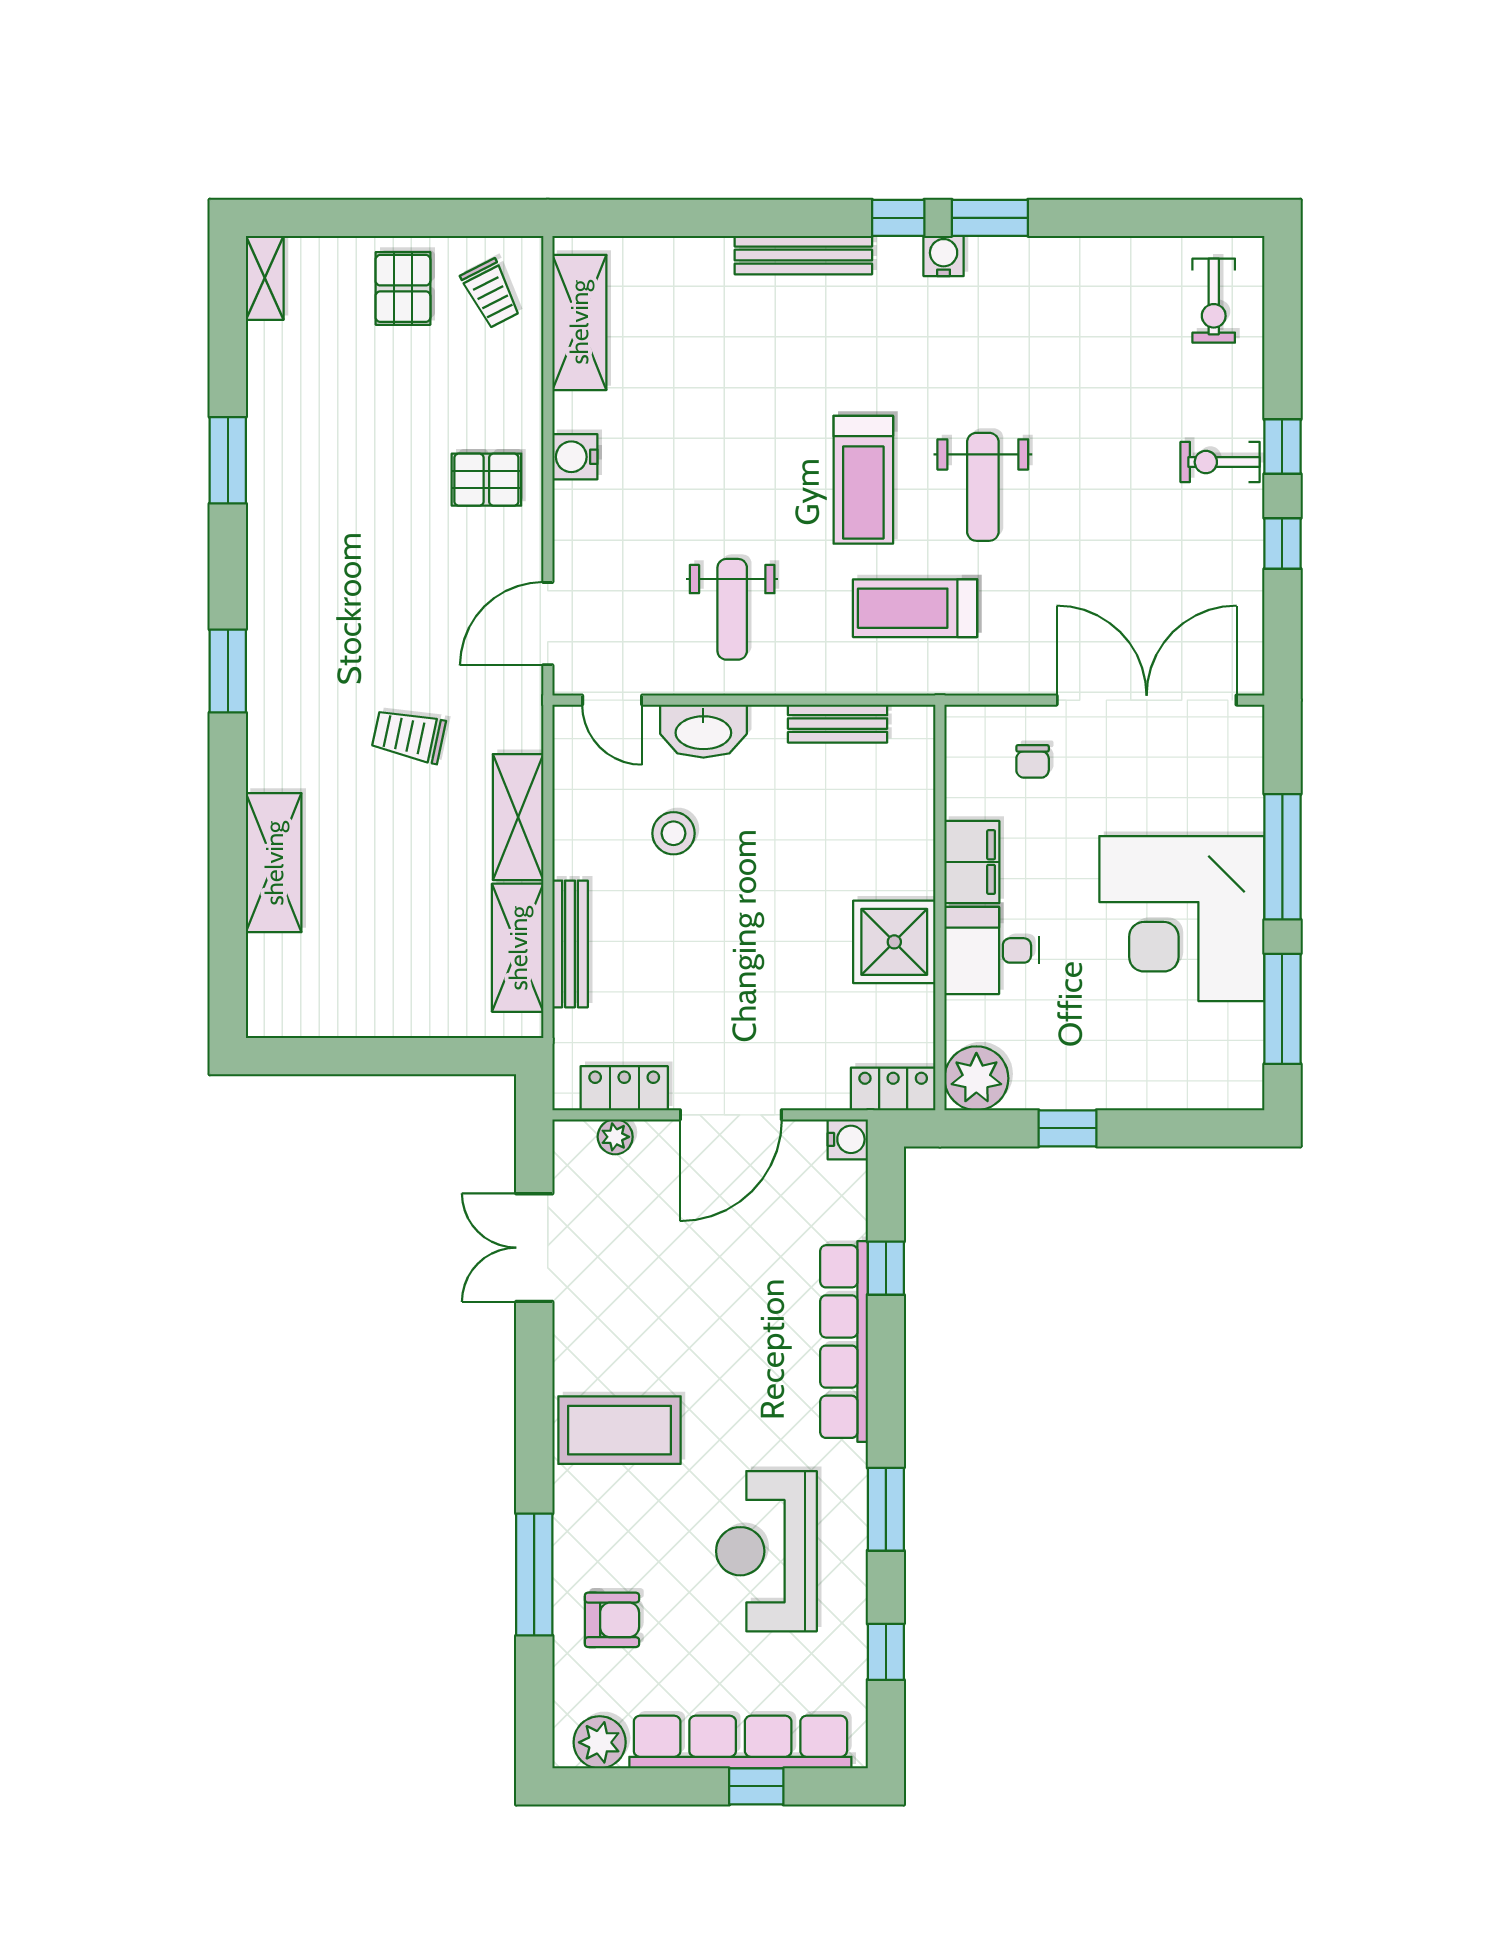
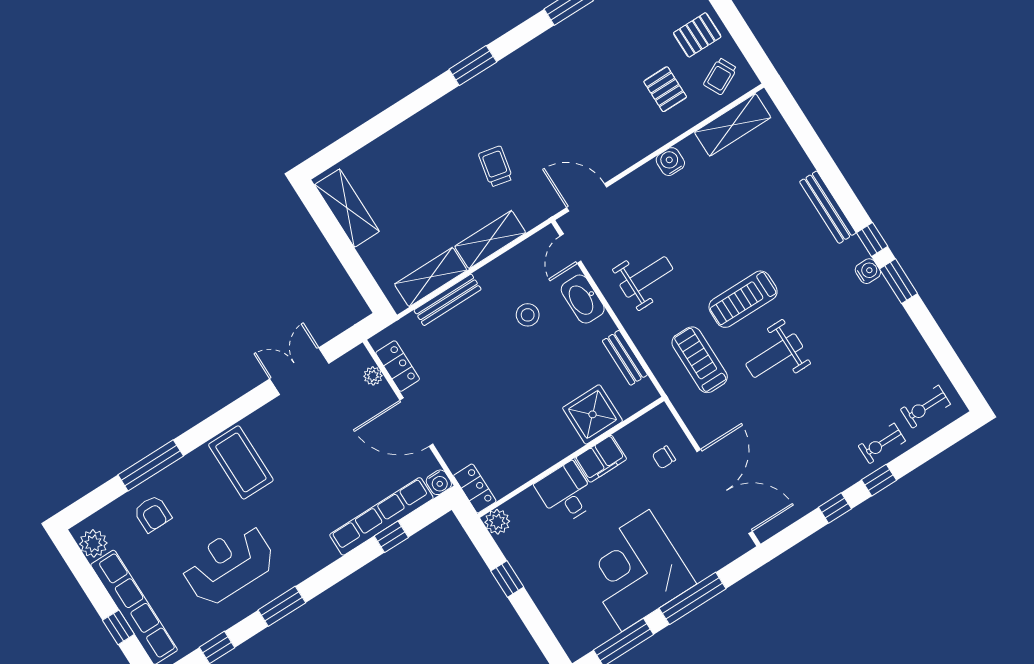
exercise bike: (1220, 462) -> (882, 443), moved, turned -90
pallet: (486, 480) -> (665, 89), moved
weight bench: (732, 609) -> (646, 277), turned 180
shelving: (274, 863) -> (347, 208), moved, turned 90
shower: (894, 942) -> (593, 414), moved
plant: (976, 1078) -> (497, 522), width x0.73, depth x0.73
row of seats: (844, 1342) -> (381, 516), moved

